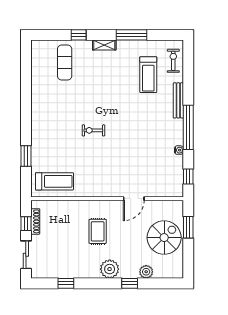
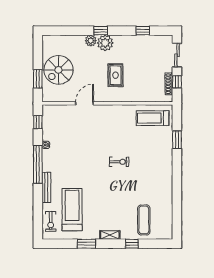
window: (132, 35) -> (86, 244), width x0.69
treadmill: (148, 75) -> (72, 210), width x1.37, depth x1.38
plant: (146, 272) -> (91, 41), moved
window: (130, 283) -> (101, 31), moved

